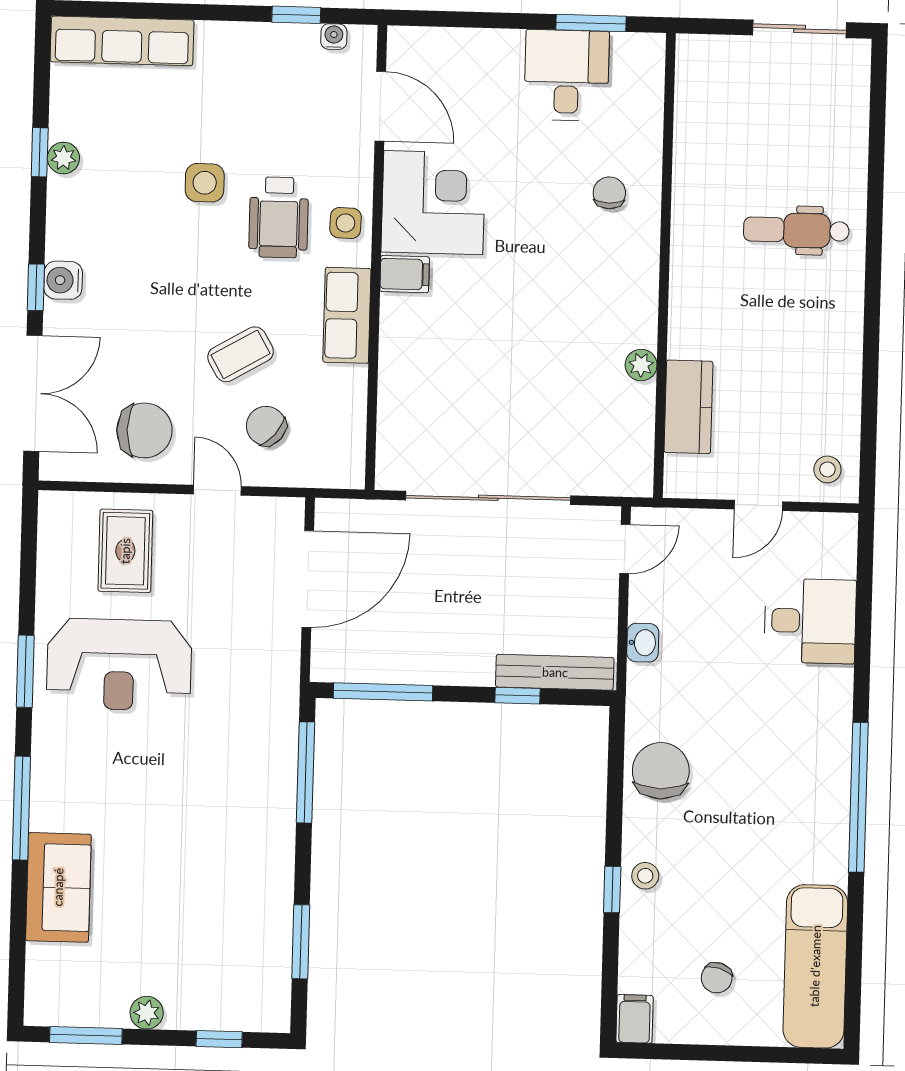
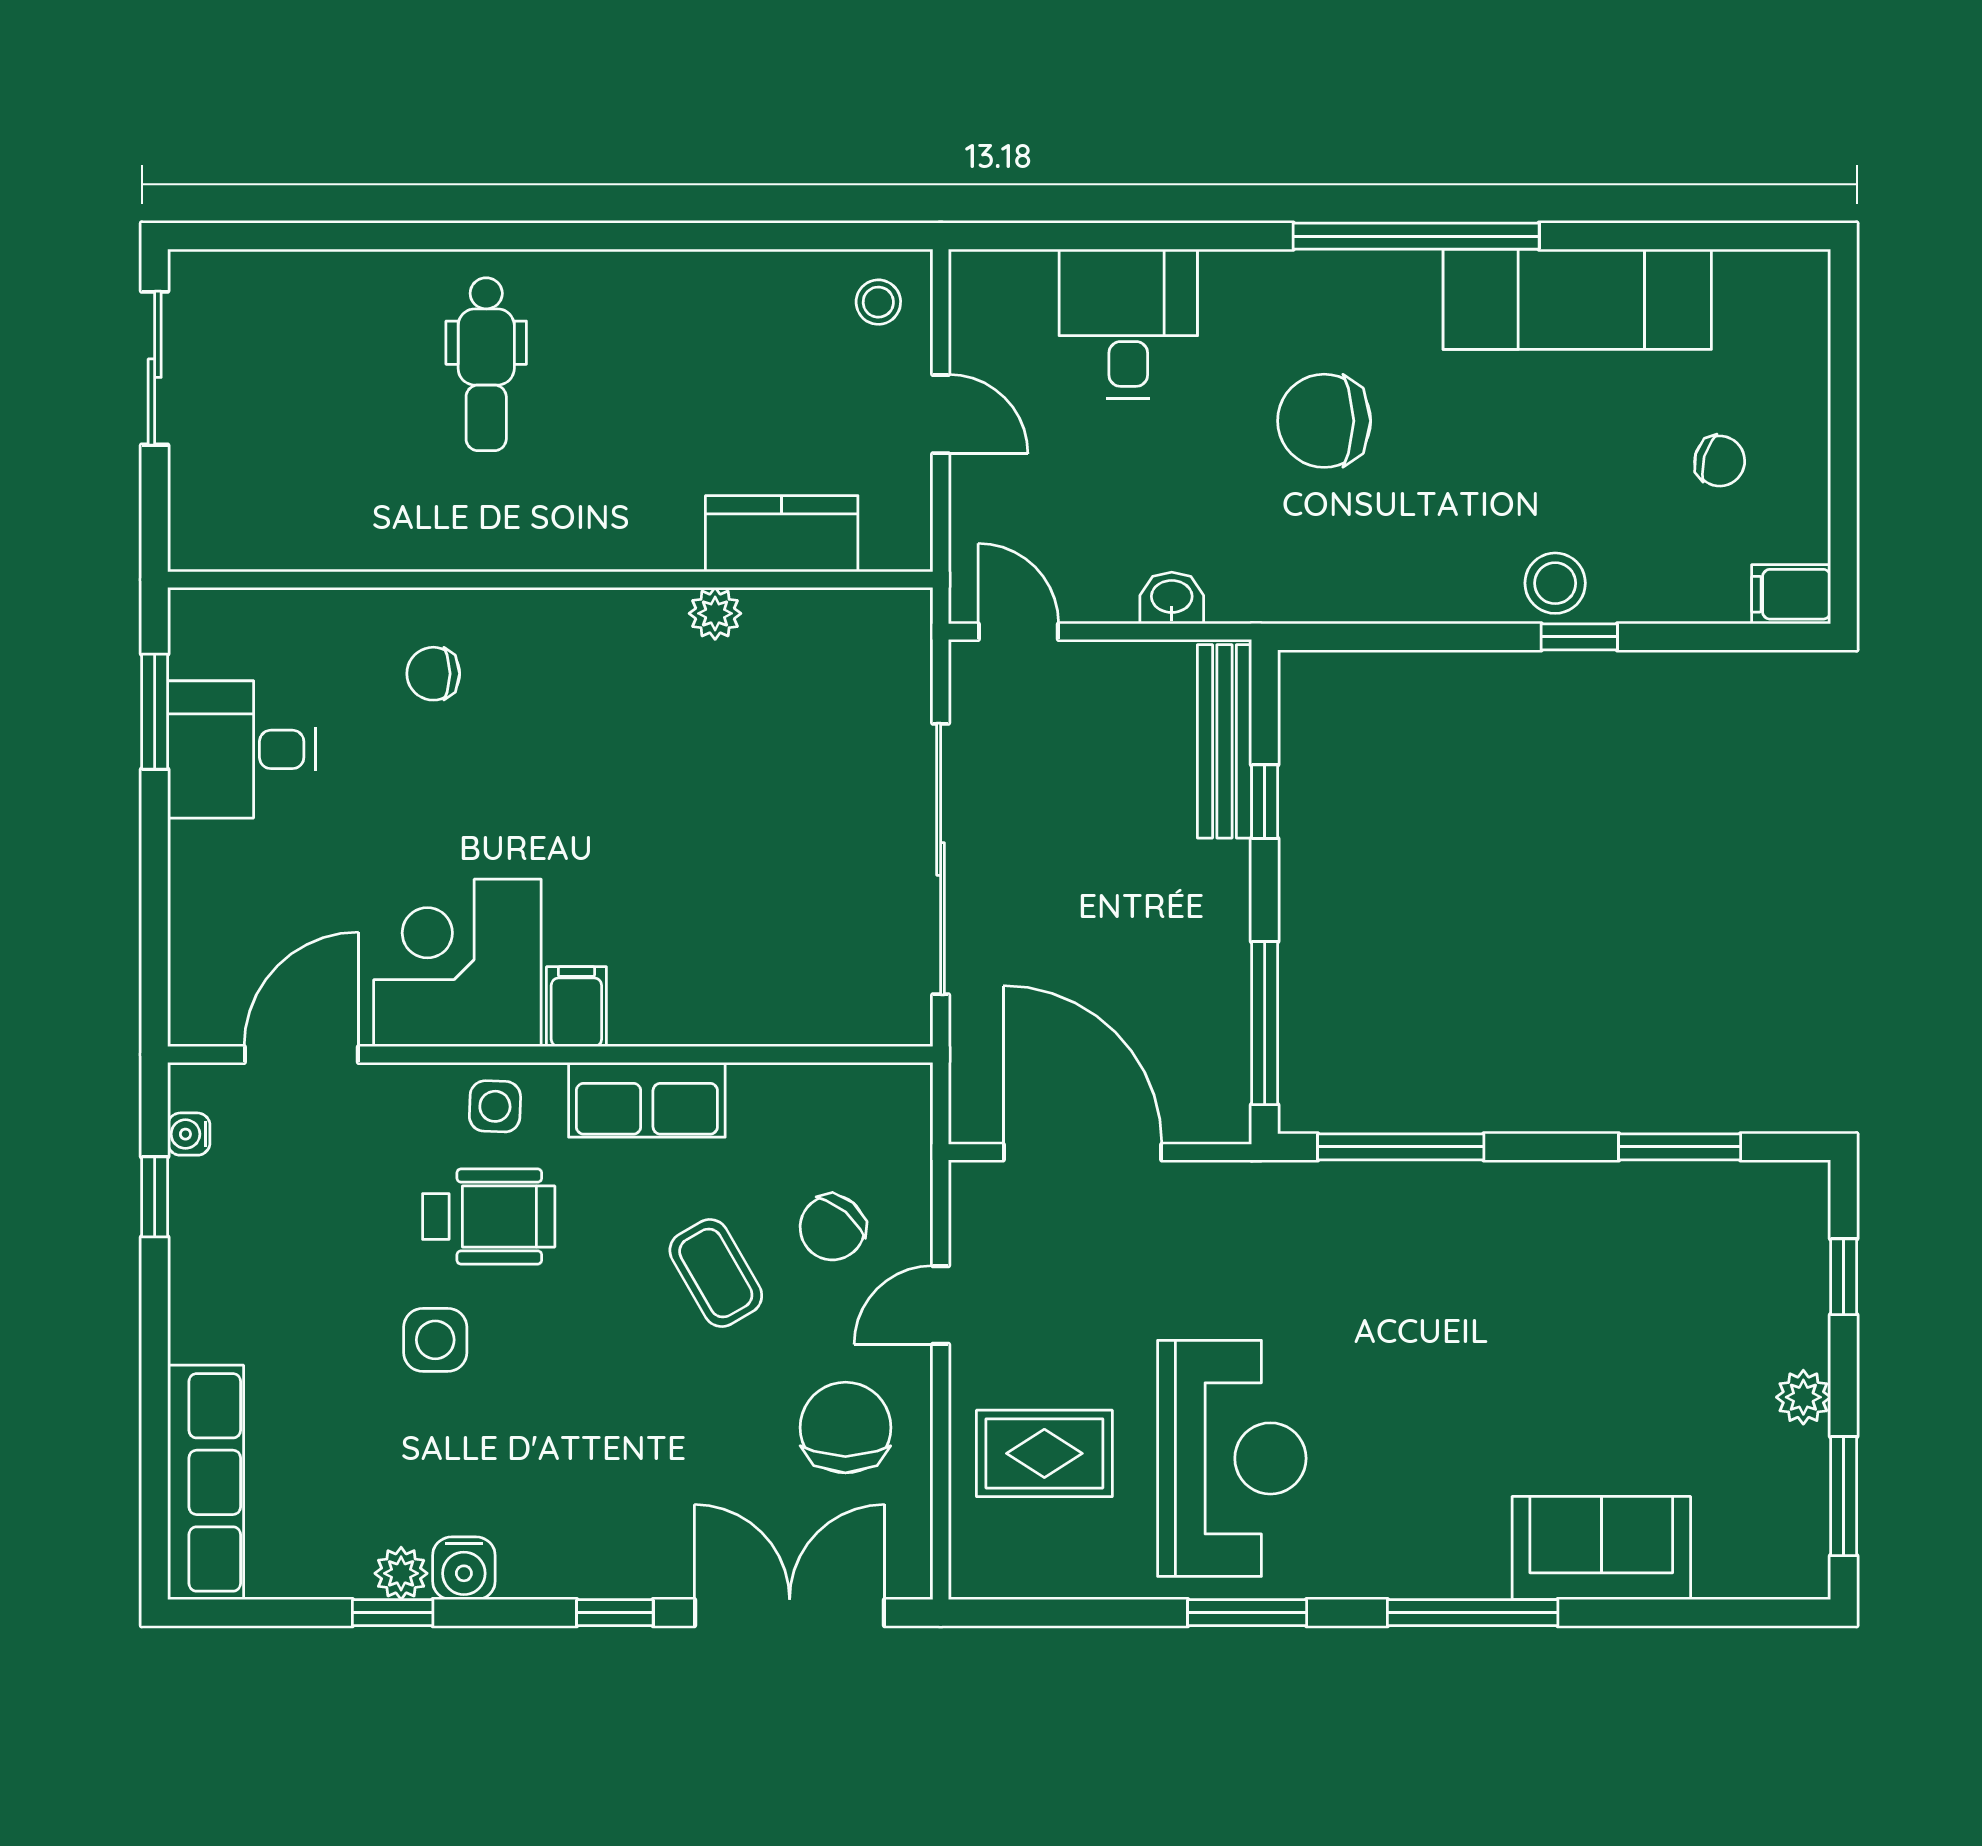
water cooler: (63, 280) -> (464, 1568), moved
chair: (661, 771) -> (1324, 421), moved
stool: (645, 876) -> (1555, 583), width x1.37, depth x1.37
exam couch: (815, 966) -> (1577, 299), moved

